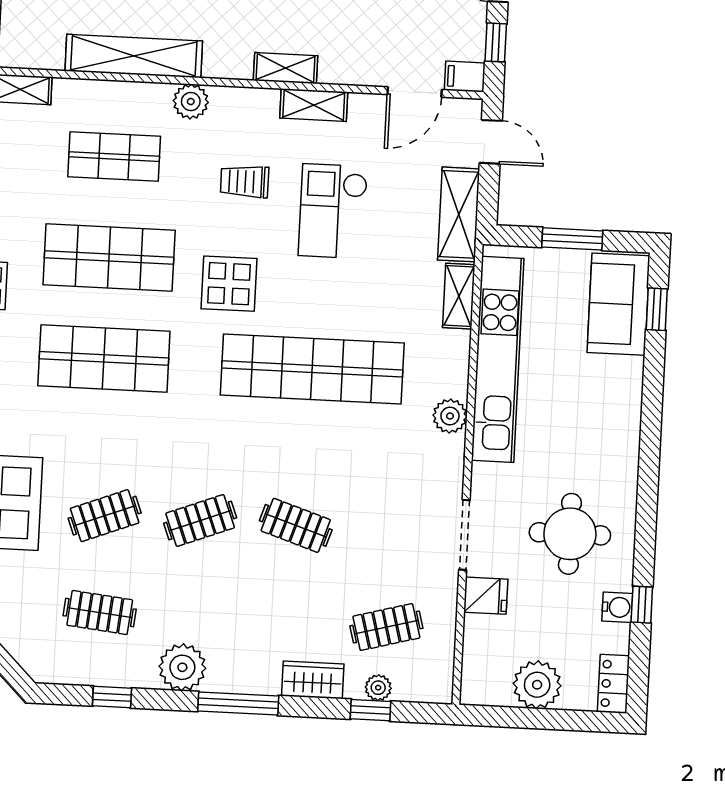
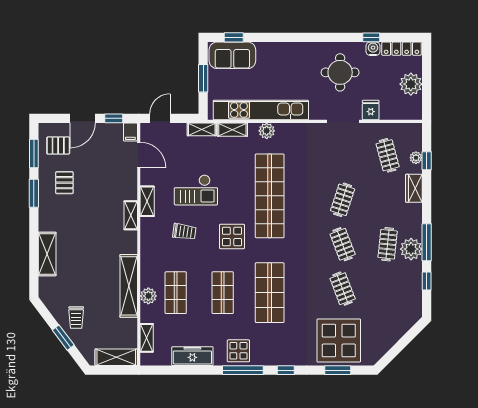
plant: (191, 101) -> (148, 296), moved
trolley: (245, 182) -> (184, 232), turned -82
shelving: (459, 214) -> (202, 129), width x0.67, depth x0.75
shop shelf: (109, 257) -> (223, 293), width x0.70, depth x0.74
plant: (450, 416) -> (267, 131), moved
clothes rail: (100, 612) -> (388, 244), moved
locker: (613, 684) -> (402, 49), width x1.53
window: (238, 703) -> (427, 242), moved

